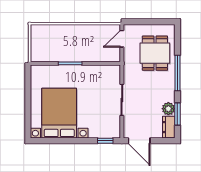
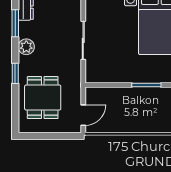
window: (177, 73) -> (15, 73), width x0.46
plant: (168, 109) -> (26, 47), moved

